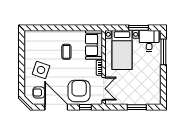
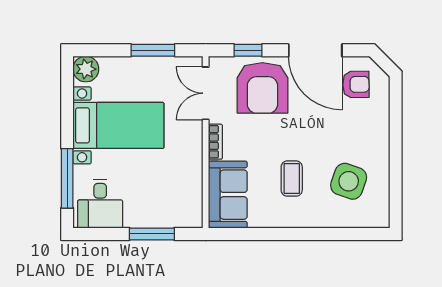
window: (138, 28) -> (152, 234), moved
bed with nightstands: (122, 50) -> (118, 125), moved, turned 90
side table: (41, 70) -> (349, 181), moved
plant: (155, 99) -> (86, 69), added
window: (137, 107) -> (153, 50), moved

